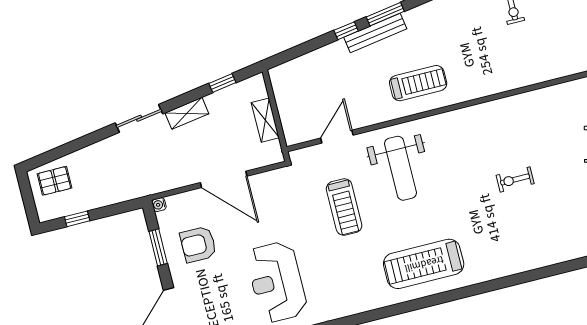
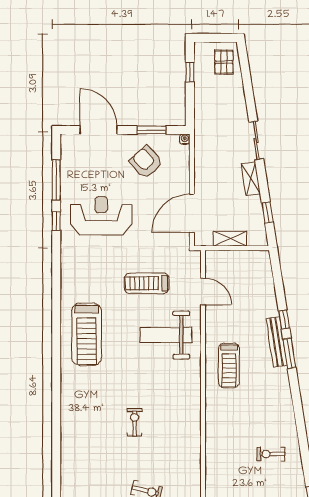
door: (224, 179) -> (192, 213), moved
armchair: (198, 244) -> (146, 162), turned -43
treadmill: (424, 264) -> (87, 334), turned 180

